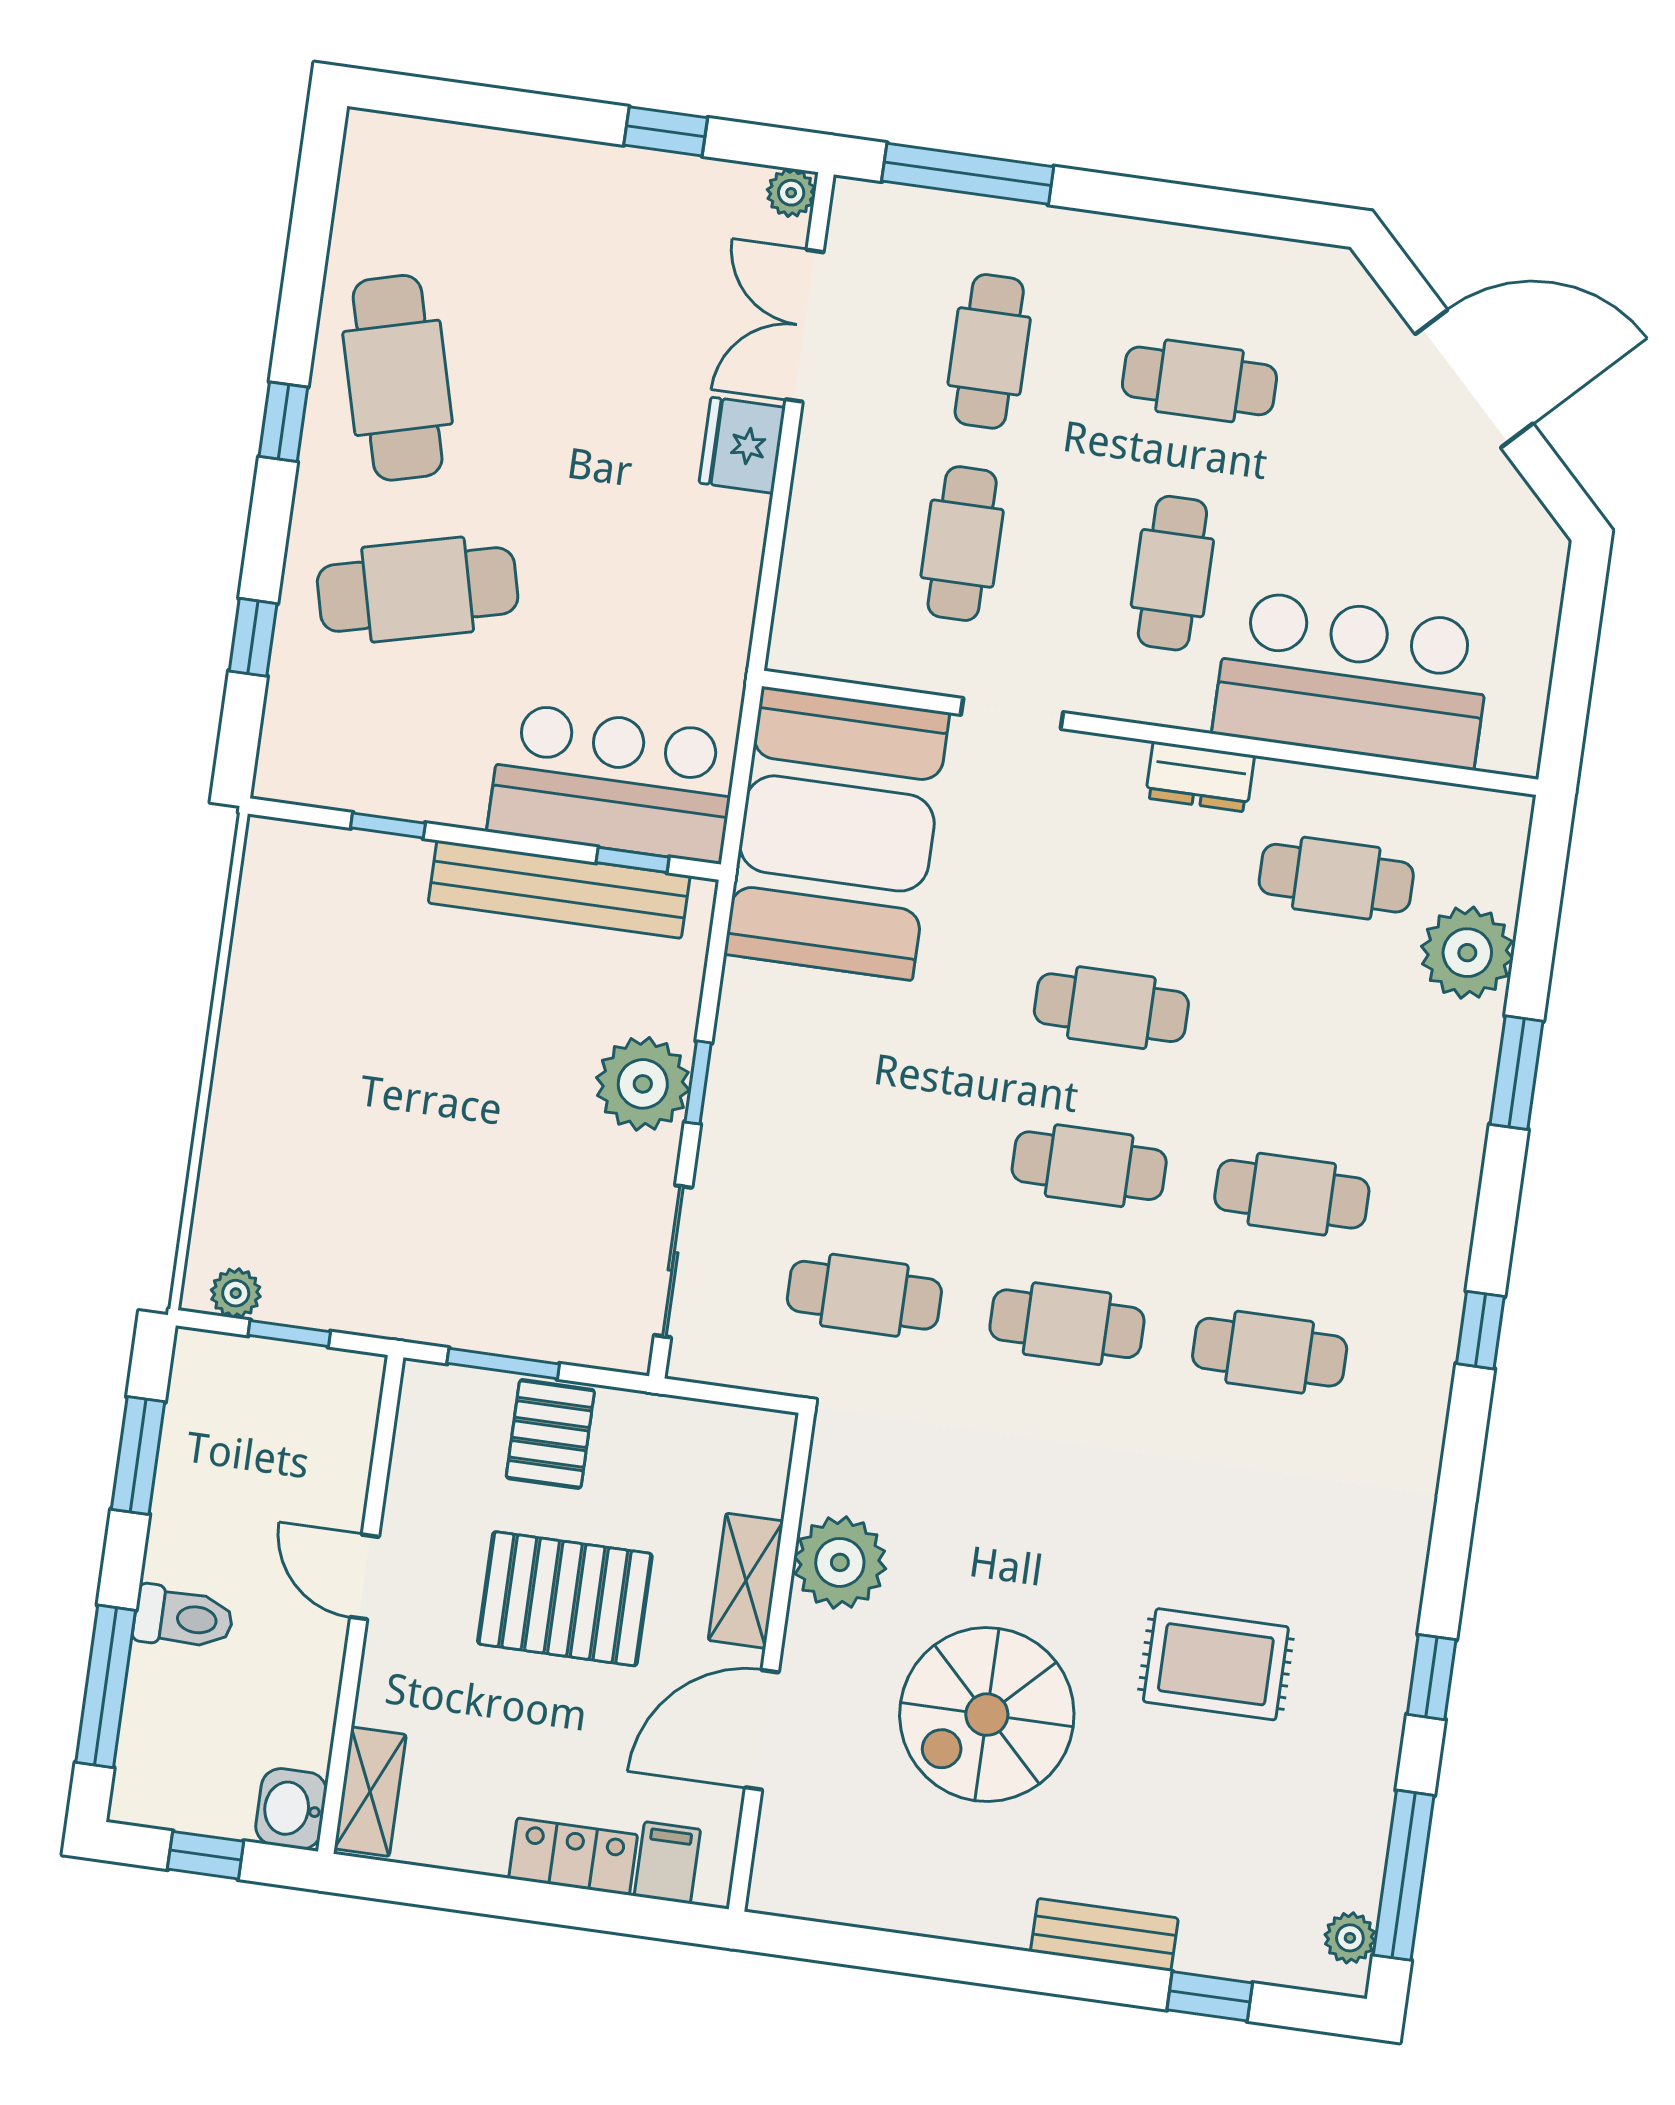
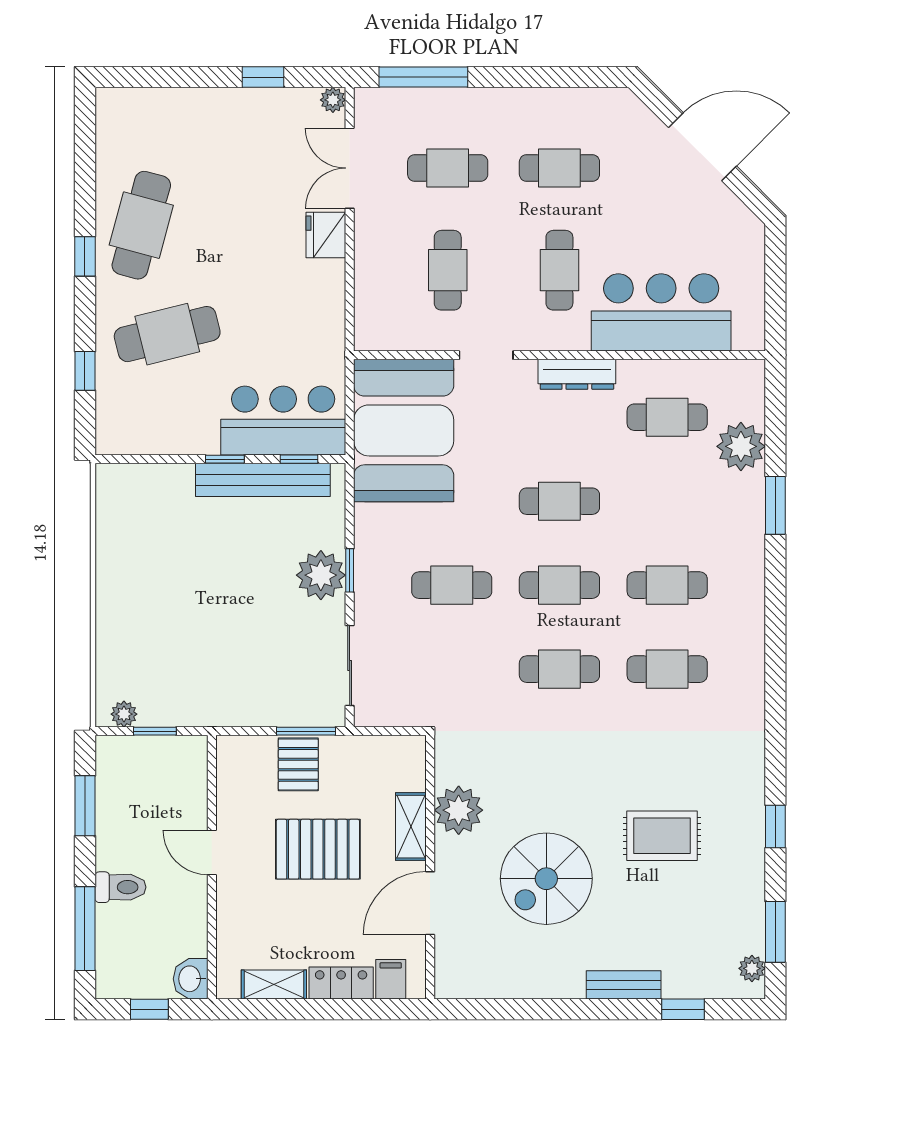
cafe table: (989, 351) -> (448, 168), turned 90
cafe table: (398, 378) -> (141, 225), turned 30
dresser: (1200, 777) -> (577, 374), width x1.44
window: (388, 826) -> (225, 459), moved
cafe table: (864, 1295) -> (452, 585), moved
window: (1480, 1330) -> (775, 642), removed
window: (503, 1364) -> (306, 731), moved
shelving: (370, 1792) -> (274, 985), moved, turned 90
window: (1404, 1875) -> (775, 932), width x0.69

